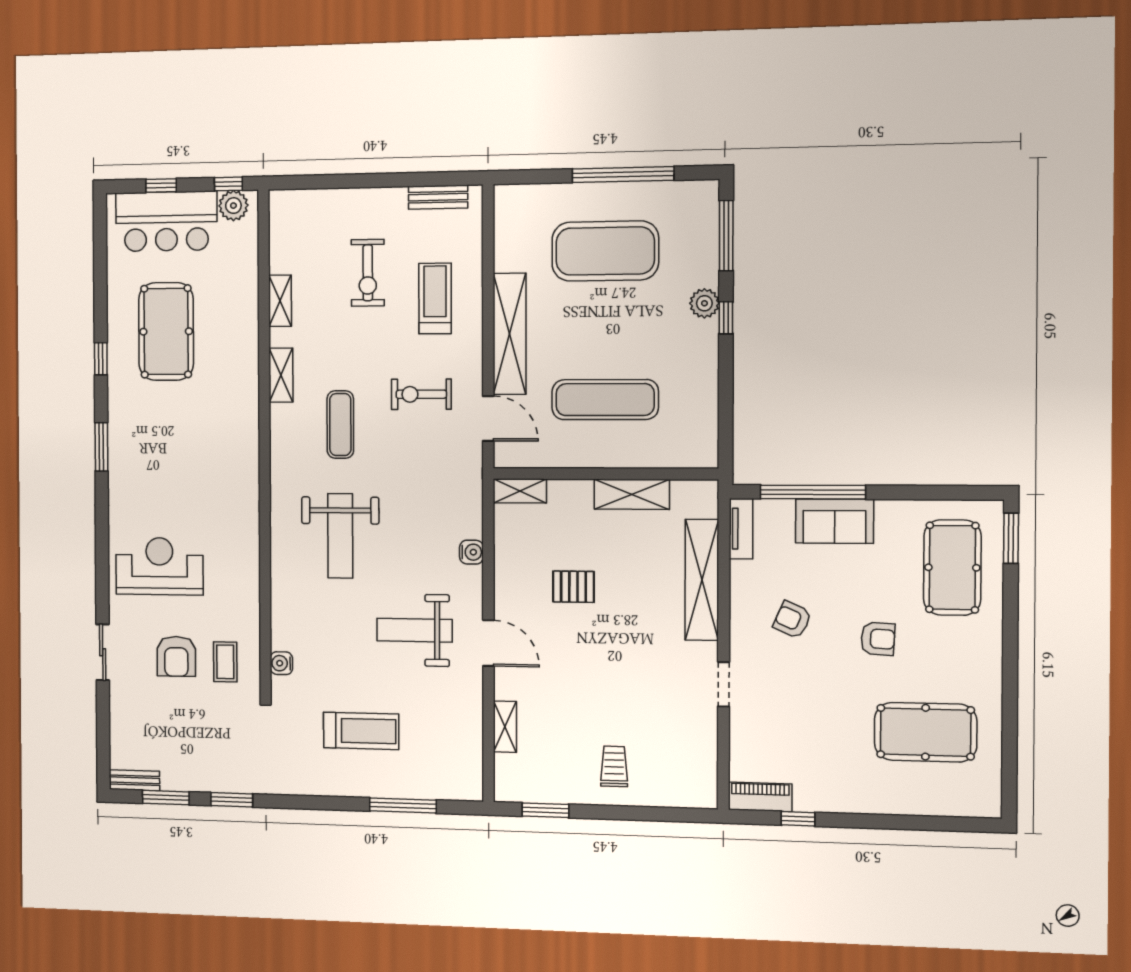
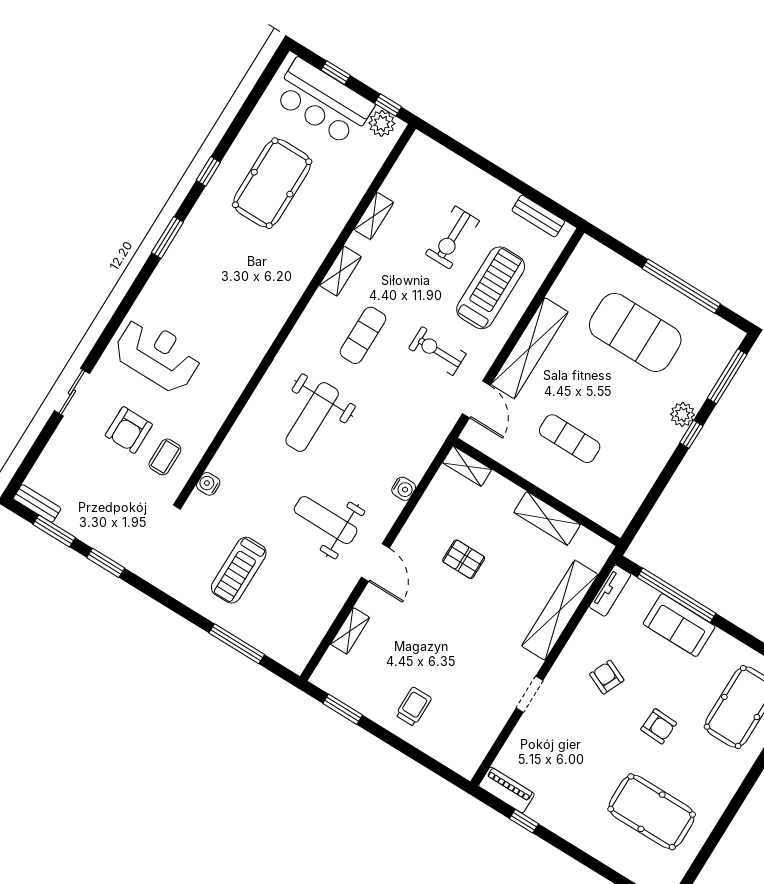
treadmill: (435, 298) -> (491, 288), width x1.37, depth x1.38
exercise mat: (605, 400) -> (570, 439), width x0.73, depth x0.69
treadmill: (361, 731) -> (239, 570), turned 90

